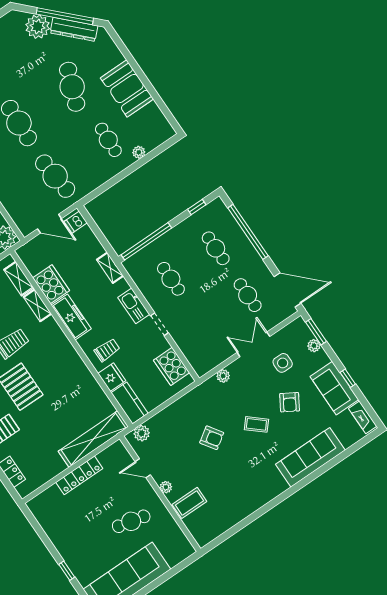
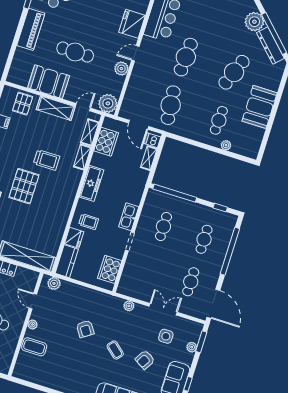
shelving: (110, 268) -> (149, 158), moved
cooker: (51, 284) -> (106, 142), moved

